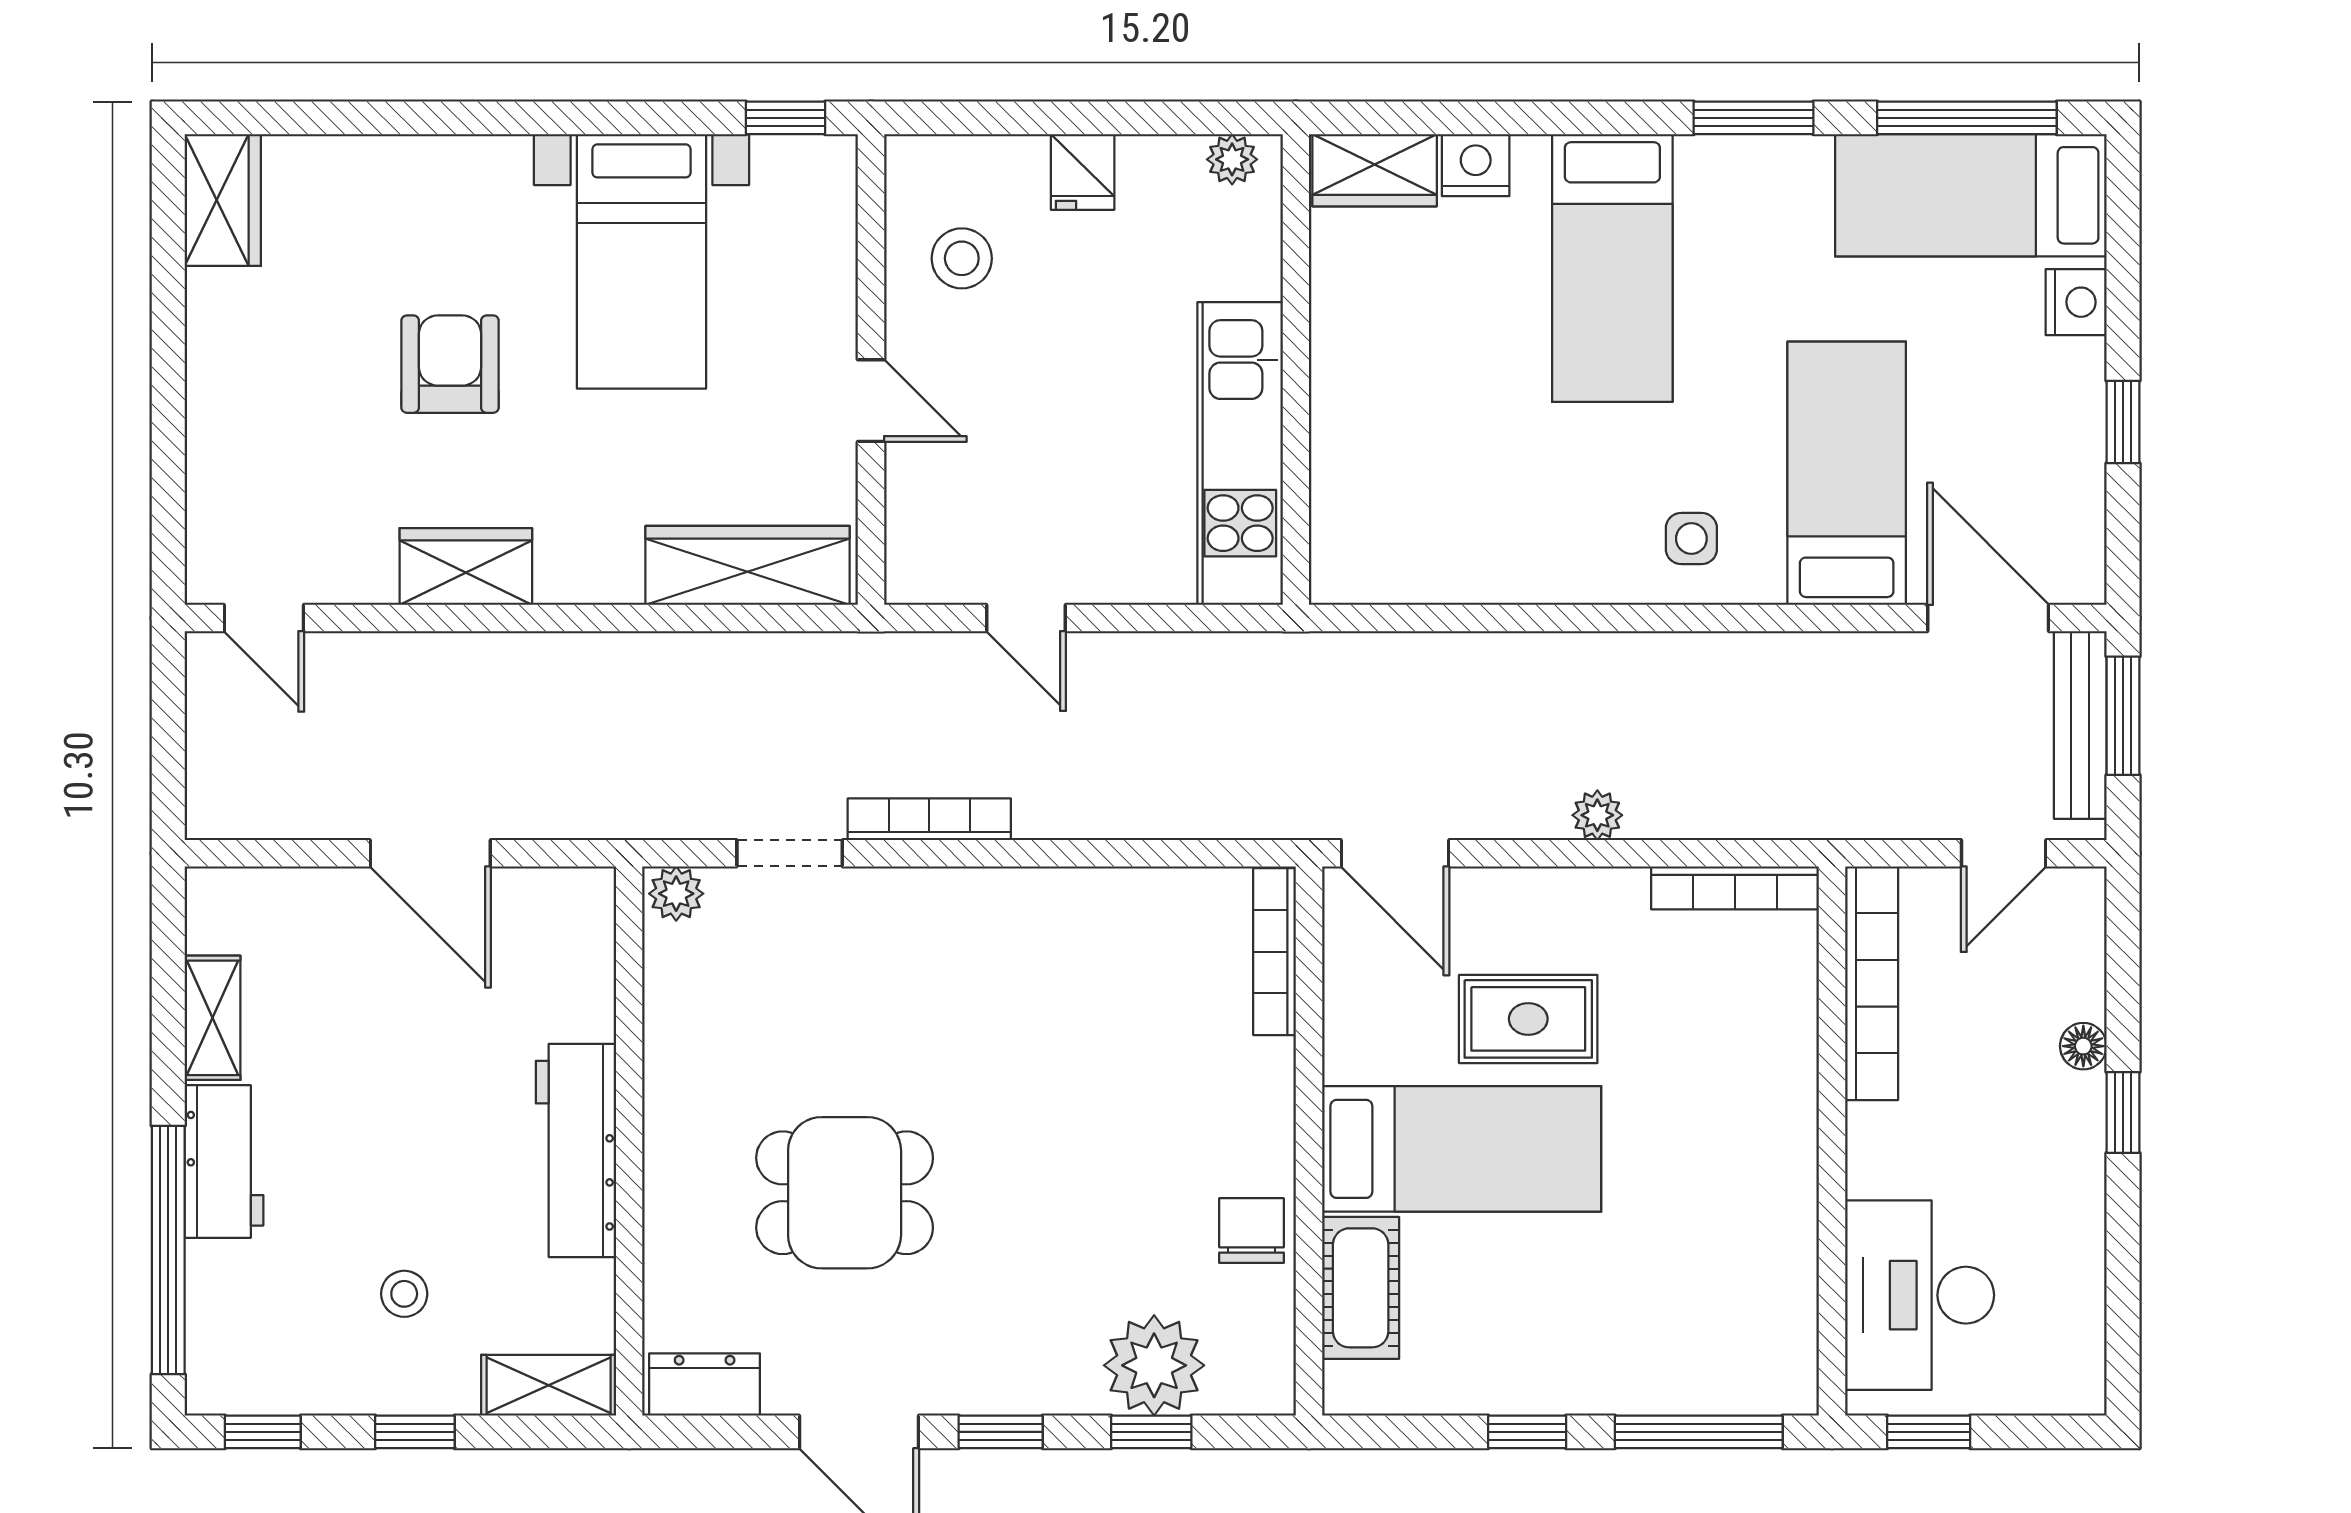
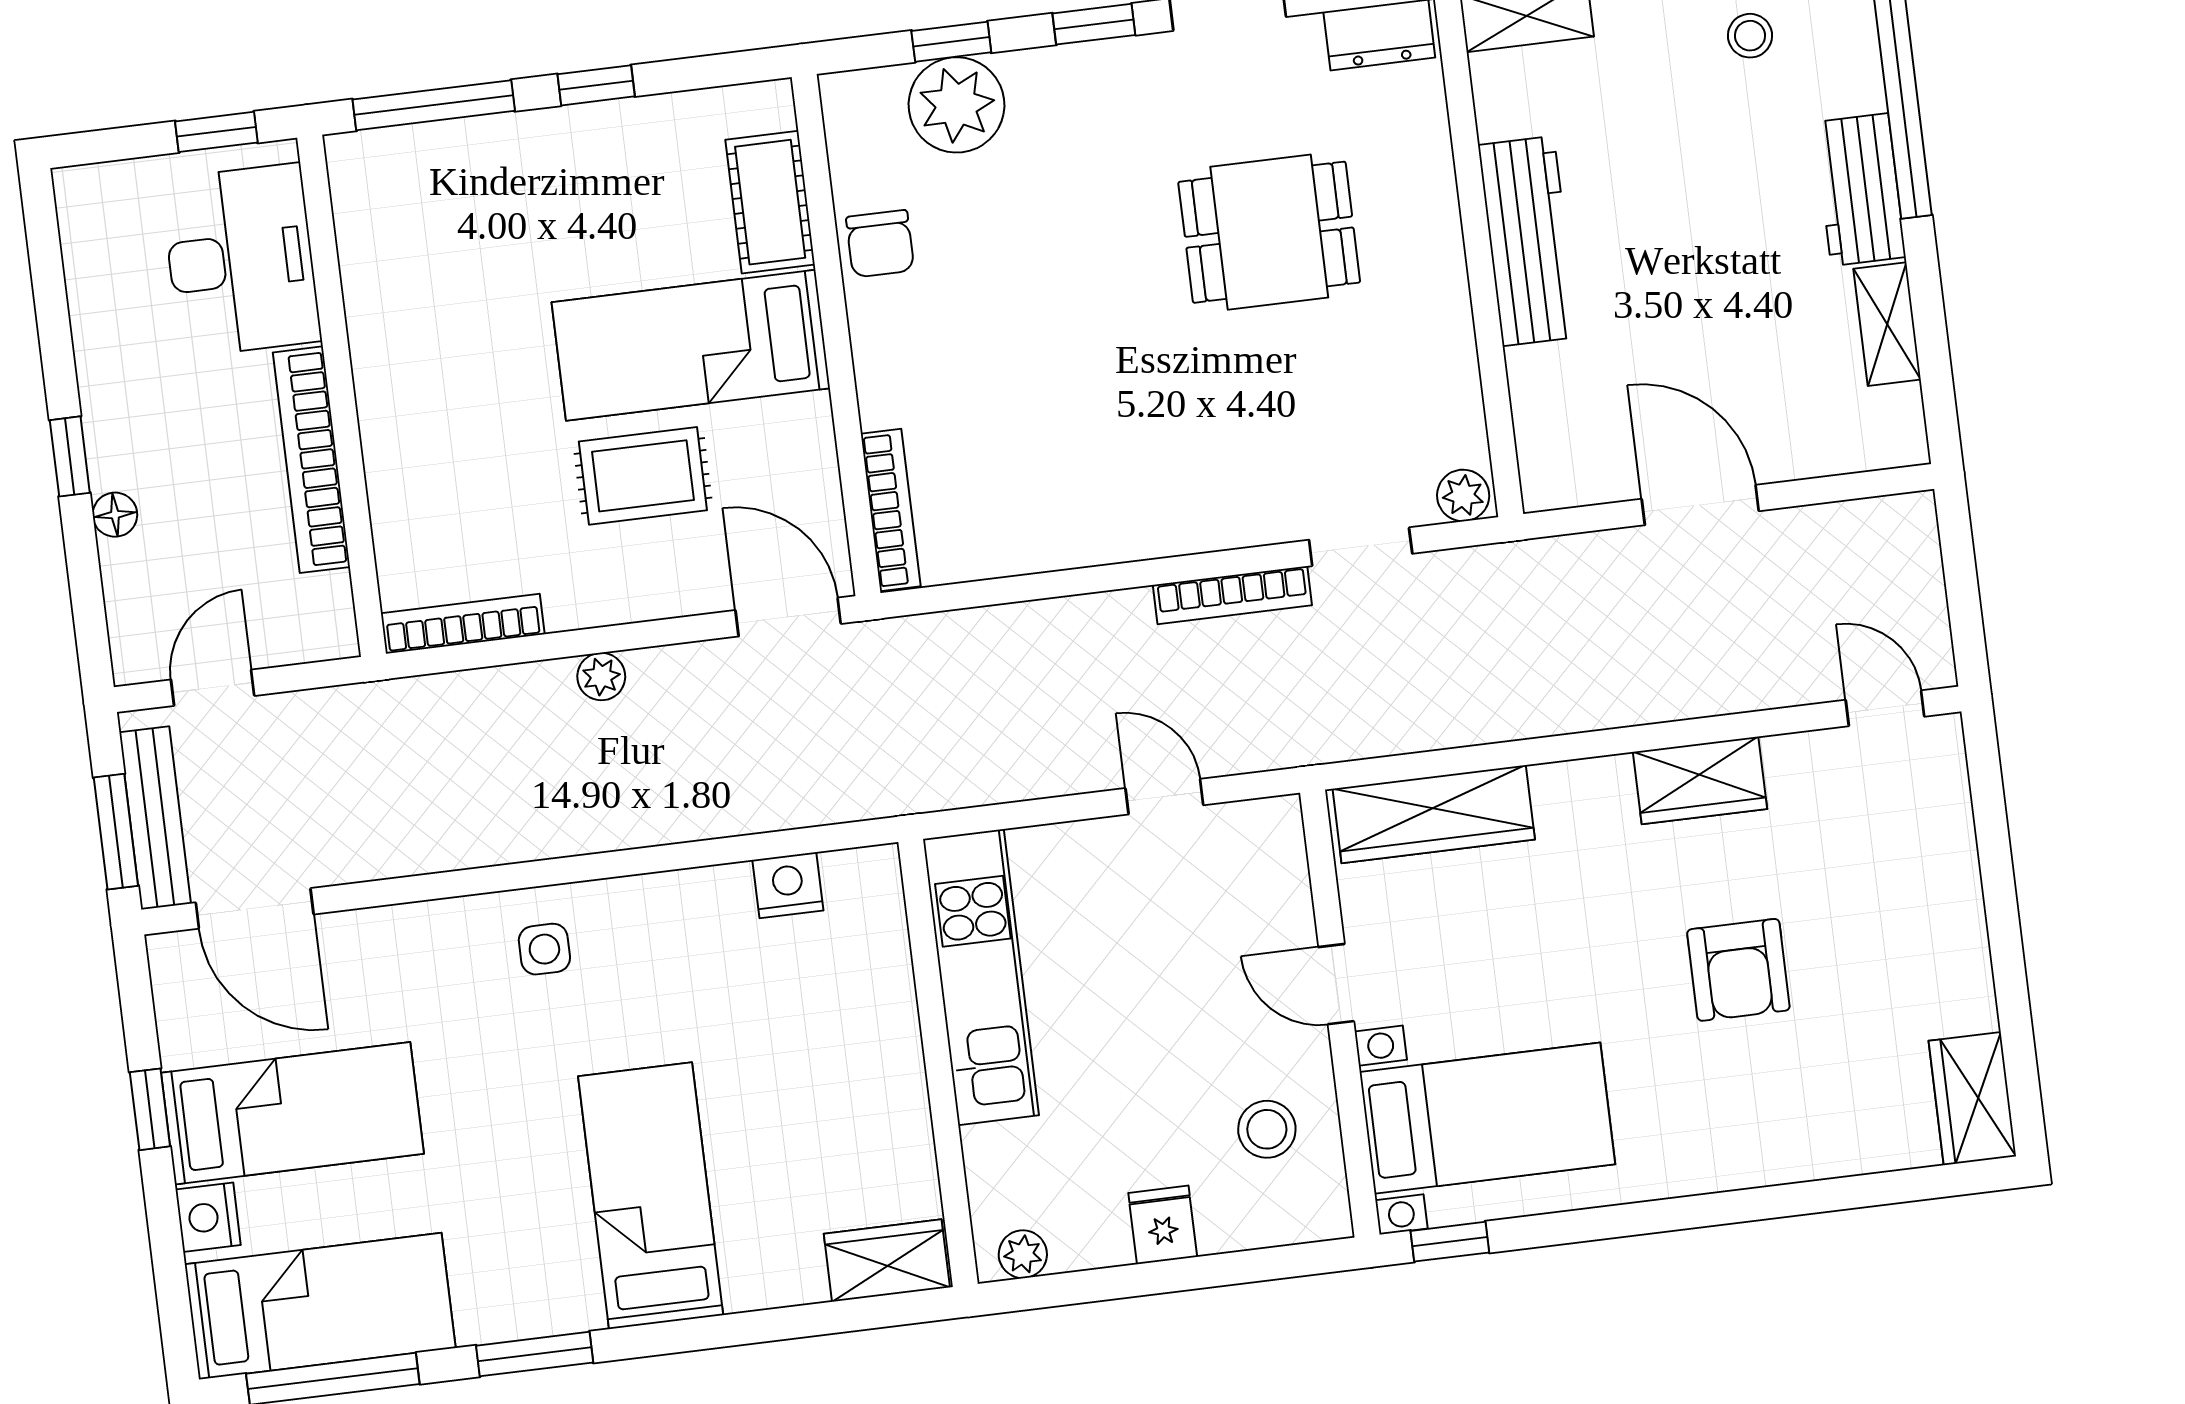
nightstand: (1476, 165) -> (788, 885), moved, turned 180
bed with nightstands: (641, 261) -> (1487, 1118), moved, turned 90
bed: (1847, 473) -> (292, 1113), moved, turned -90
bookcase: (1872, 983) -> (311, 460), moved
stool: (404, 1294) -> (1750, 36), moved

